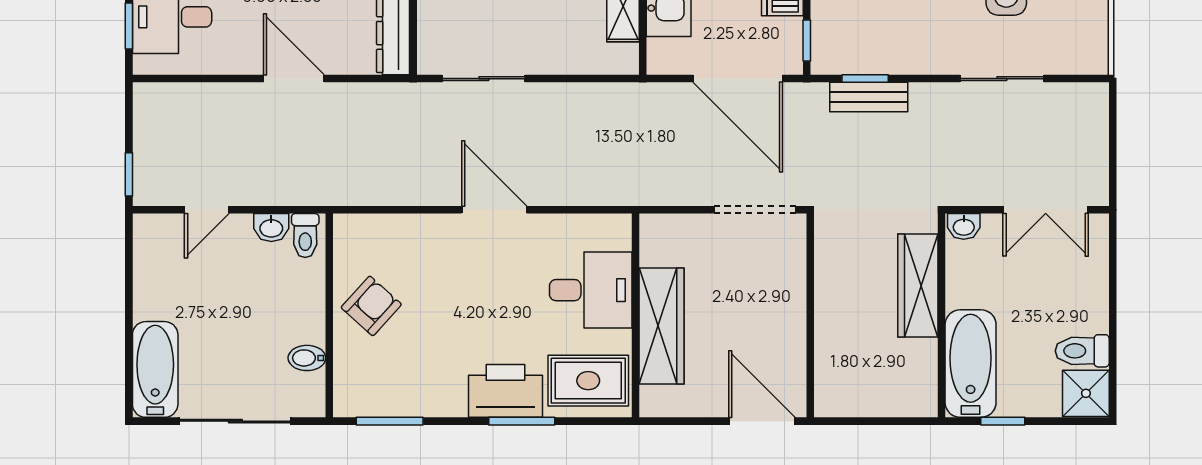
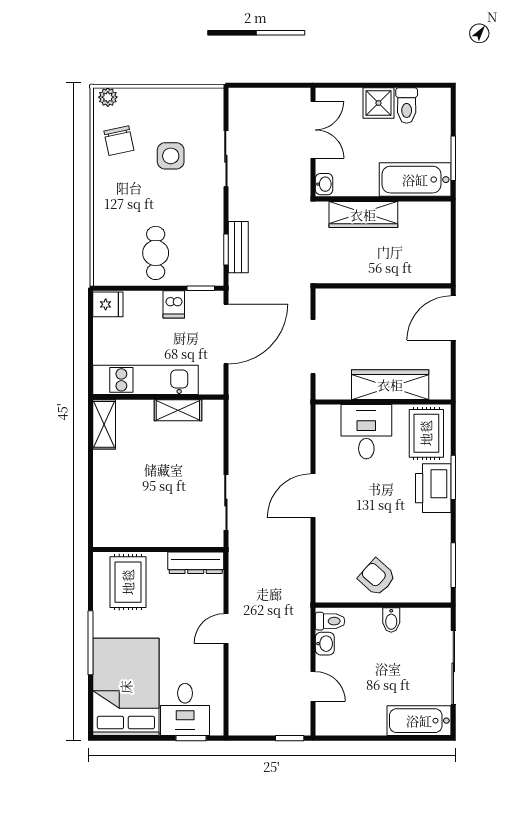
door: (294, 79) -> (226, 629), width x0.73
doorway: (755, 210) -> (313, 347), moved
bidet: (307, 358) -> (391, 620), moved
shower: (1086, 393) -> (378, 103), moved
window: (1003, 421) -> (453, 158), width x1.50

